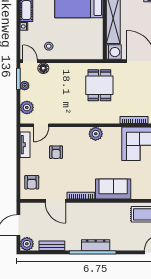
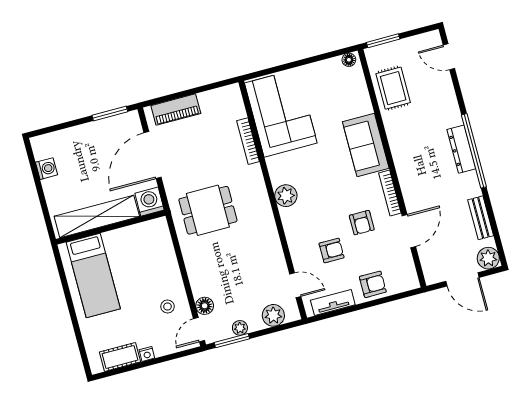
armchair: (68, 174) -> (362, 223), added
armchair: (32, 182) -> (373, 284), moved

